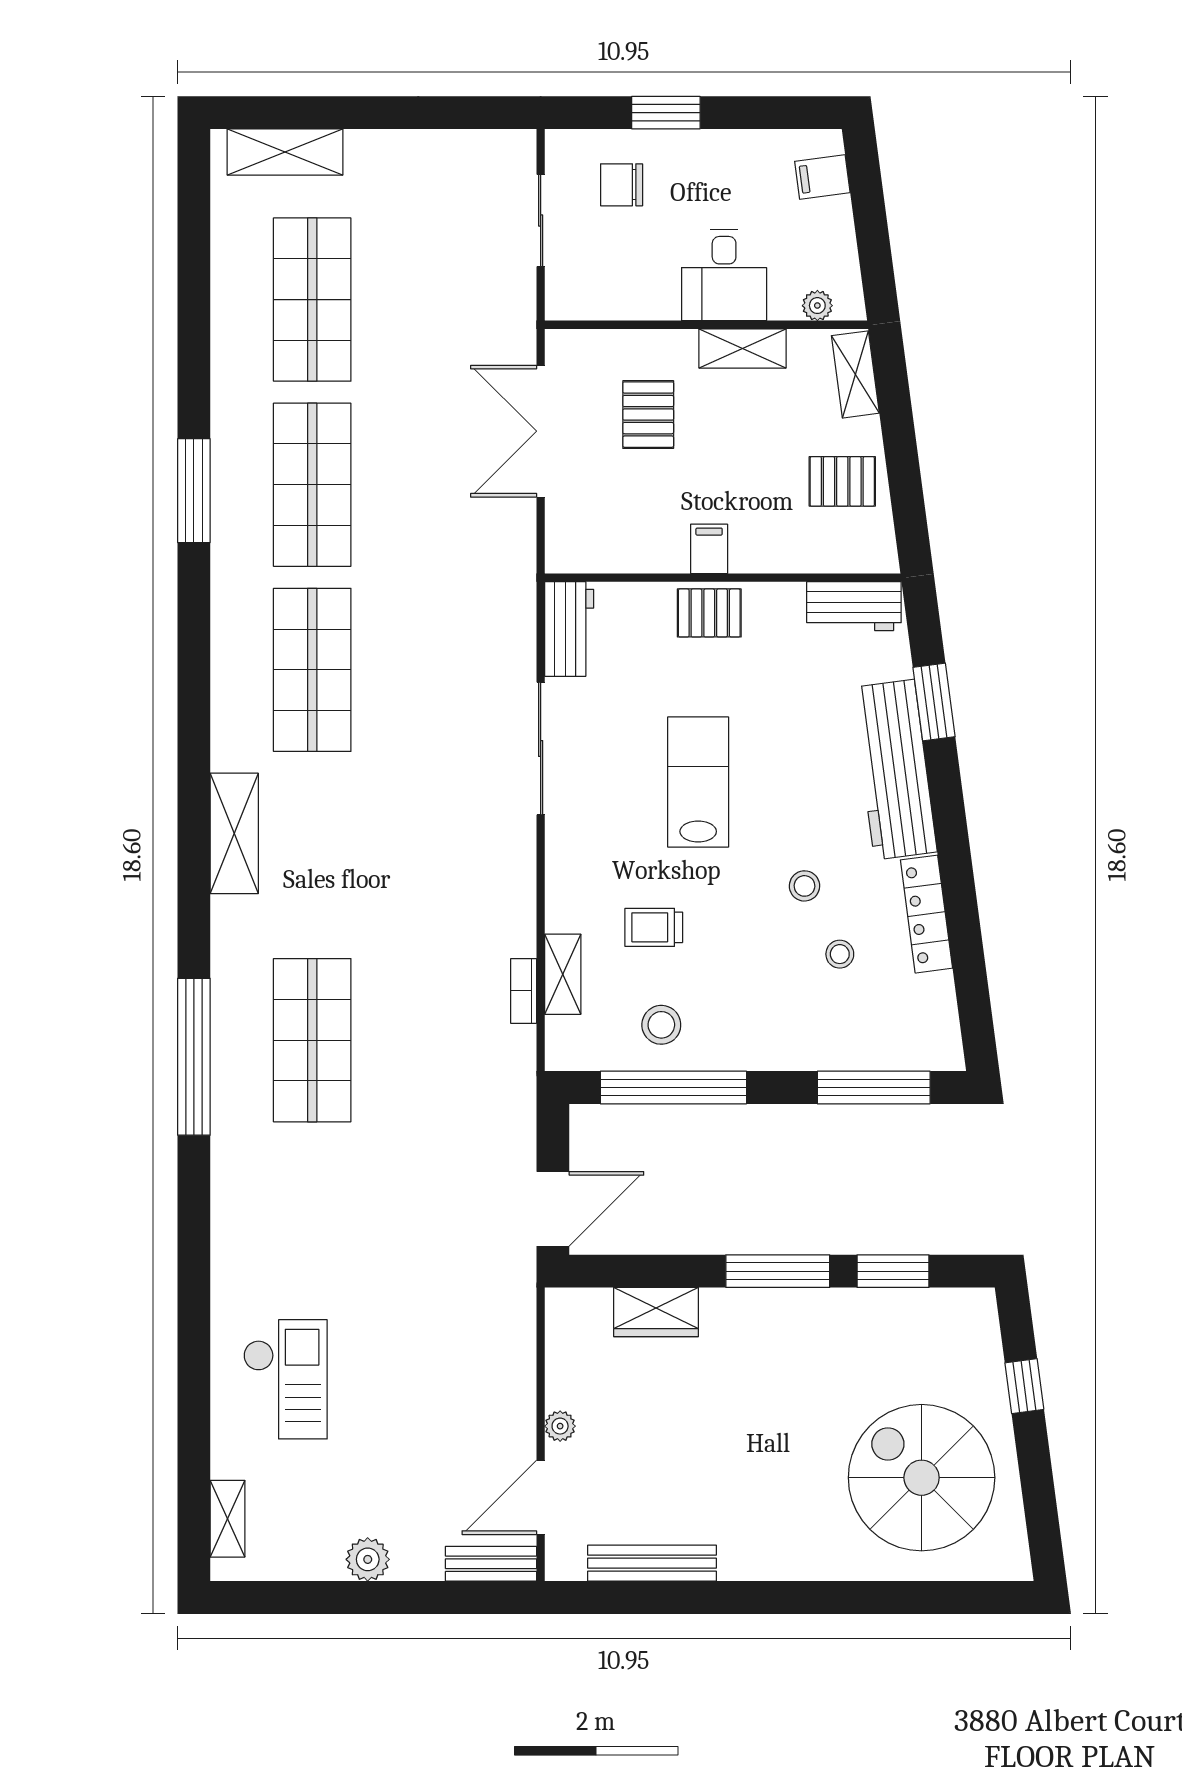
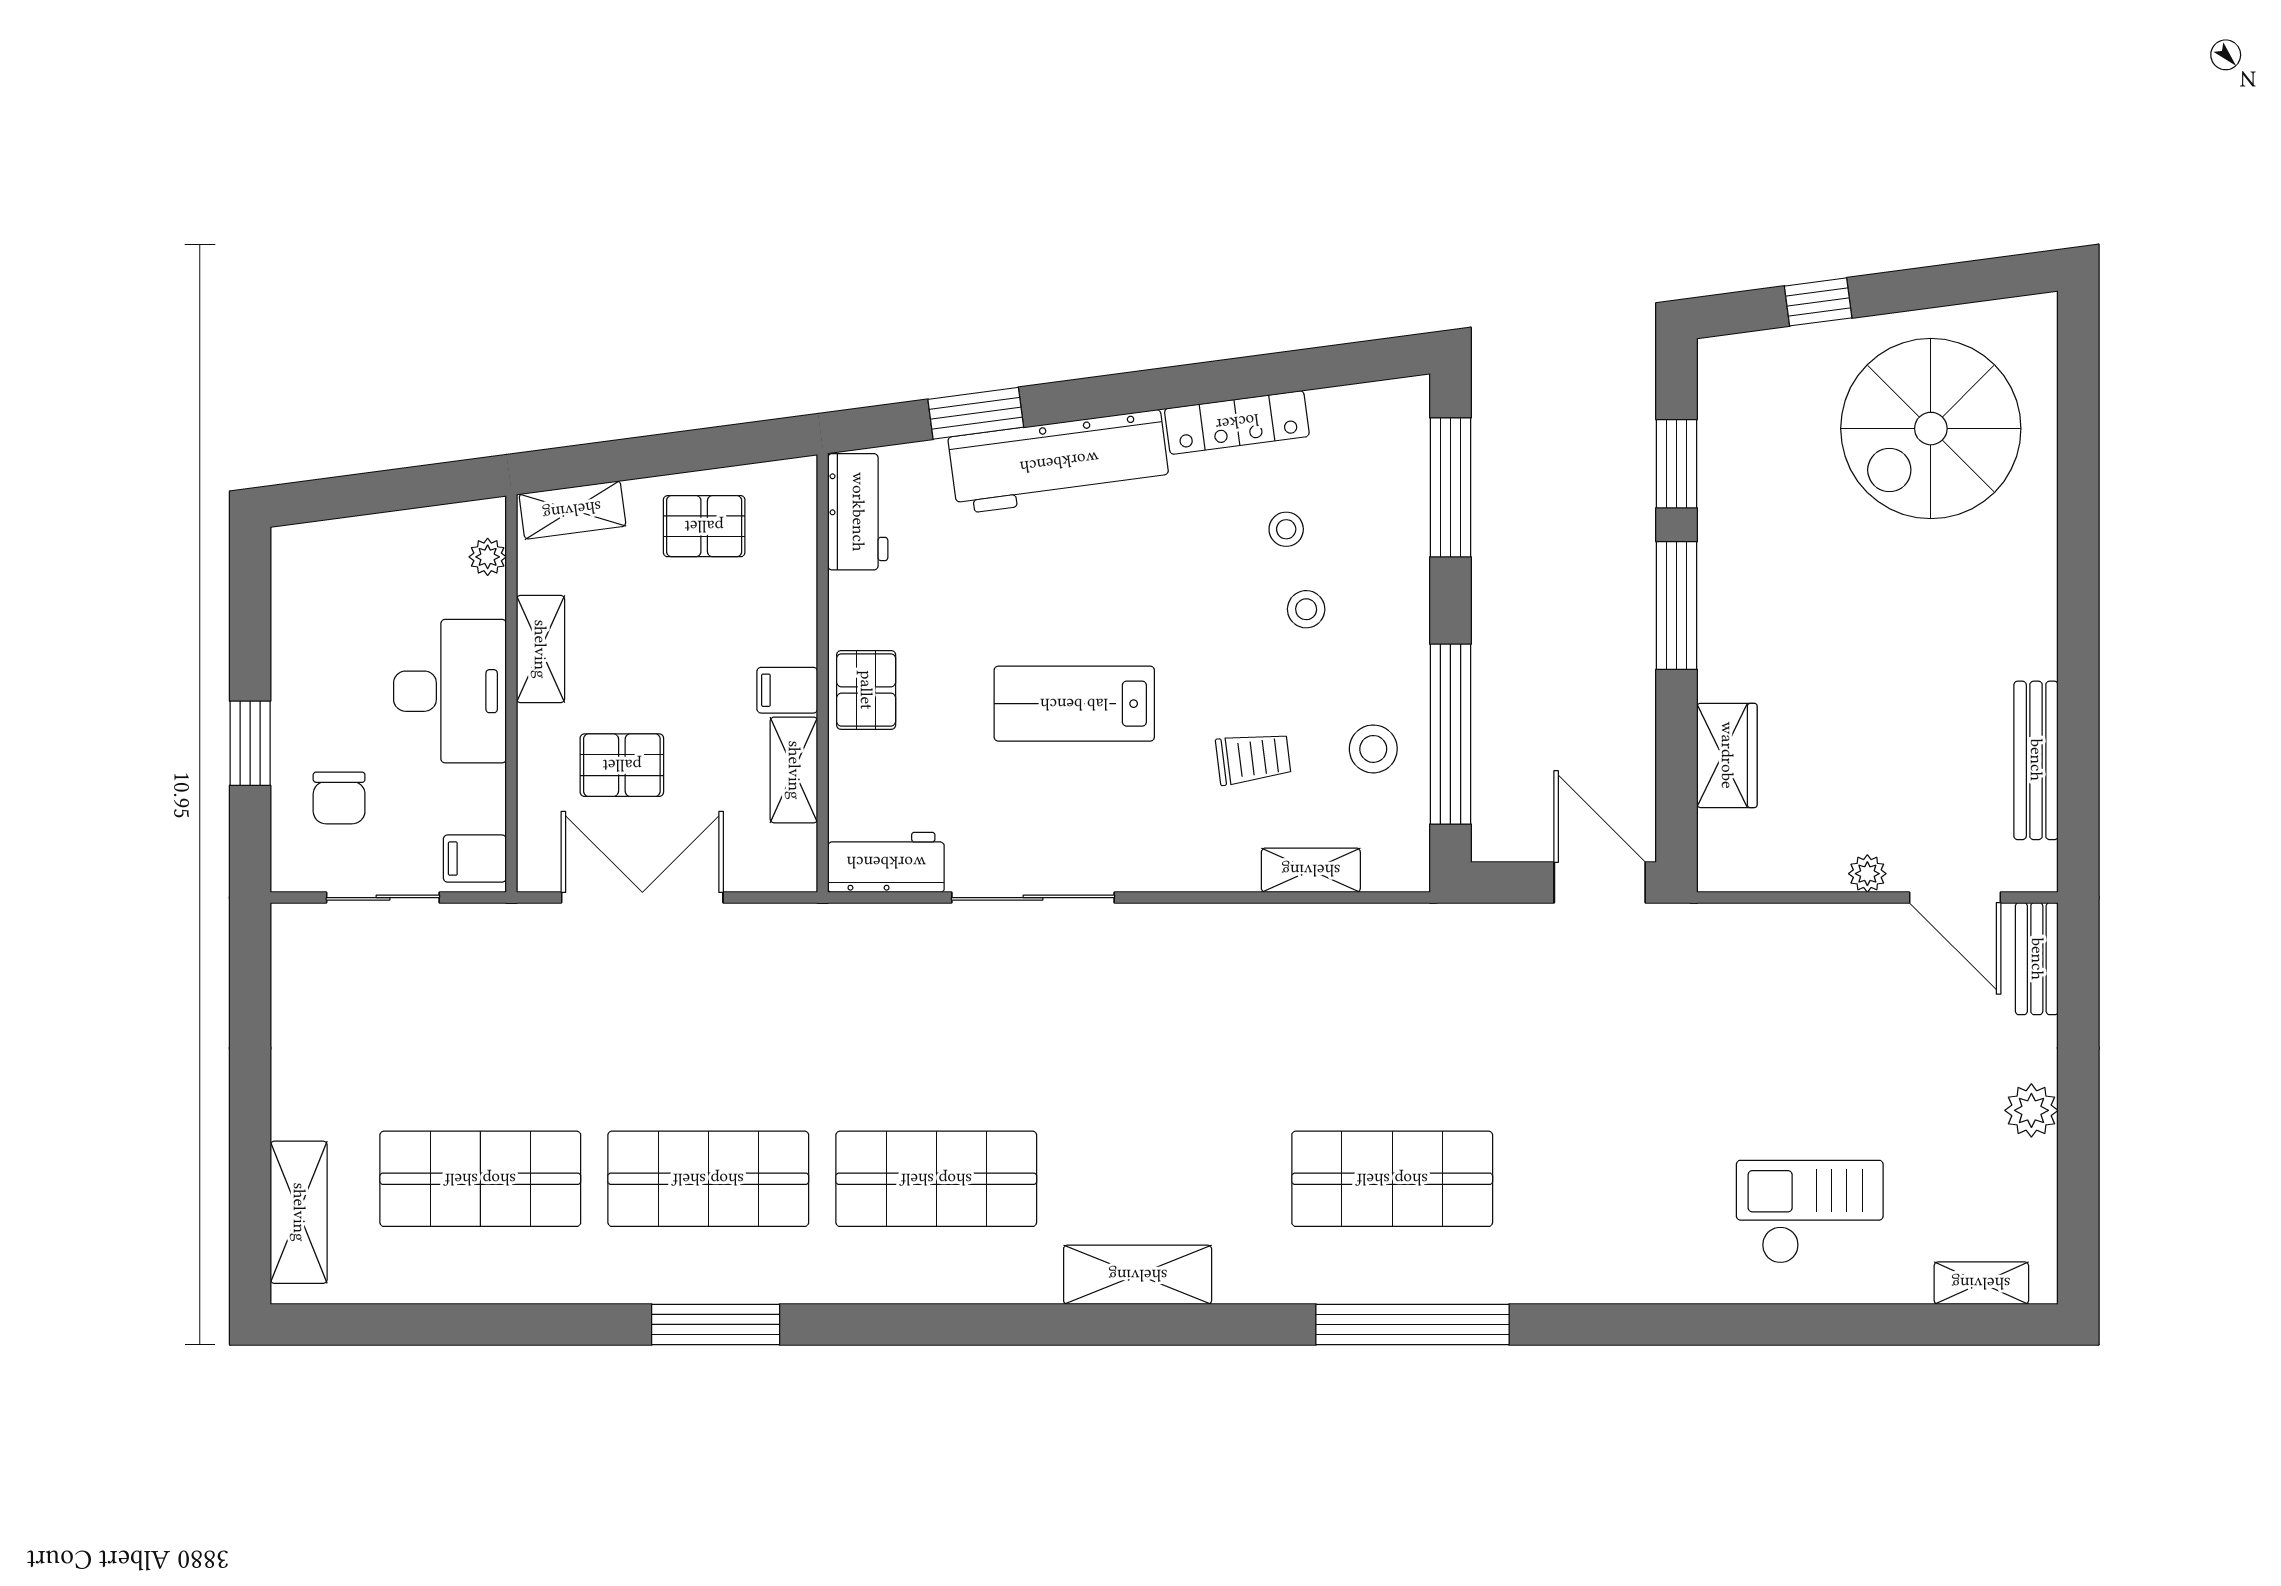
filing cabinet: (822, 177) -> (475, 859), moved, turned 98
desk: (724, 275) -> (450, 691), width x1.37
double door: (541, 431) -> (642, 898), swing flipped
pallet: (842, 481) -> (704, 526), turned 90
shelving: (644, 554) -> (794, 770), added
stool: (804, 886) -> (1306, 609), moved
trolley: (654, 927) -> (1253, 758), turned -97
bookcase: (524, 991) -> (1332, 918), removed

